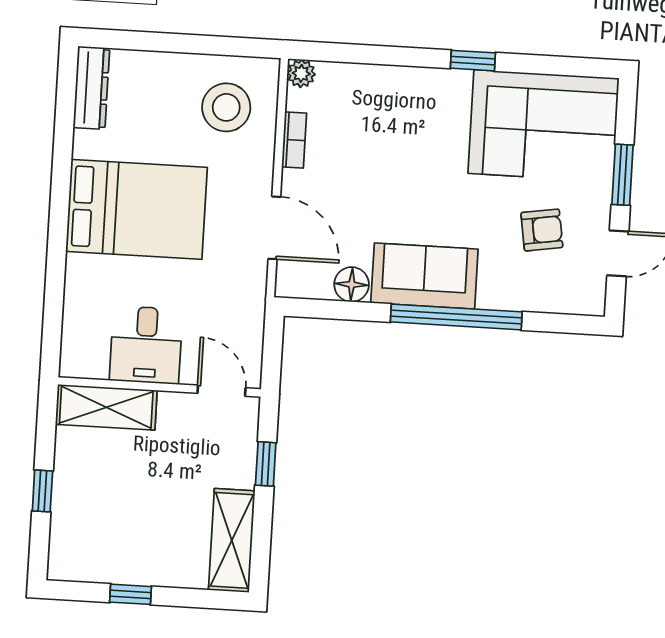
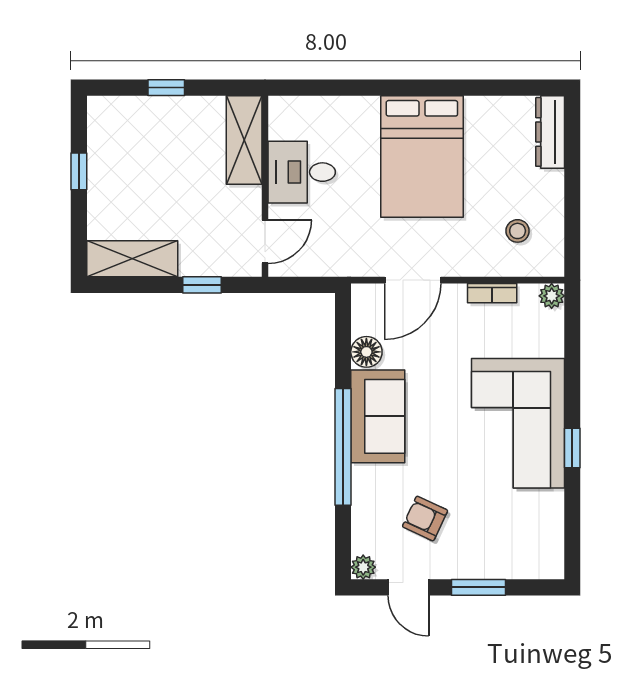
dresser: (91, 88) -> (550, 132), moved, turned 90
stool: (226, 107) -> (518, 231), width x0.53, depth x0.53
corner sofa: (544, 126) -> (518, 423), moved
armchair: (542, 230) -> (425, 519), turned 124
plant: (592, 302) -> (363, 567), added

